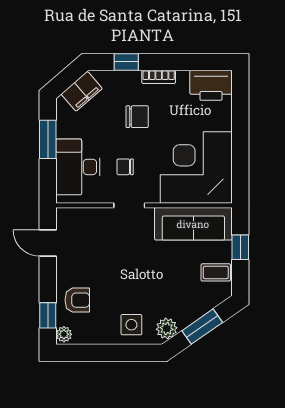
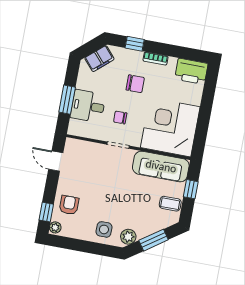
window: (48, 139) -> (67, 100), moved
desk: (78, 167) -> (88, 106), width x0.73
armchair: (77, 300) -> (69, 205), turned -90

